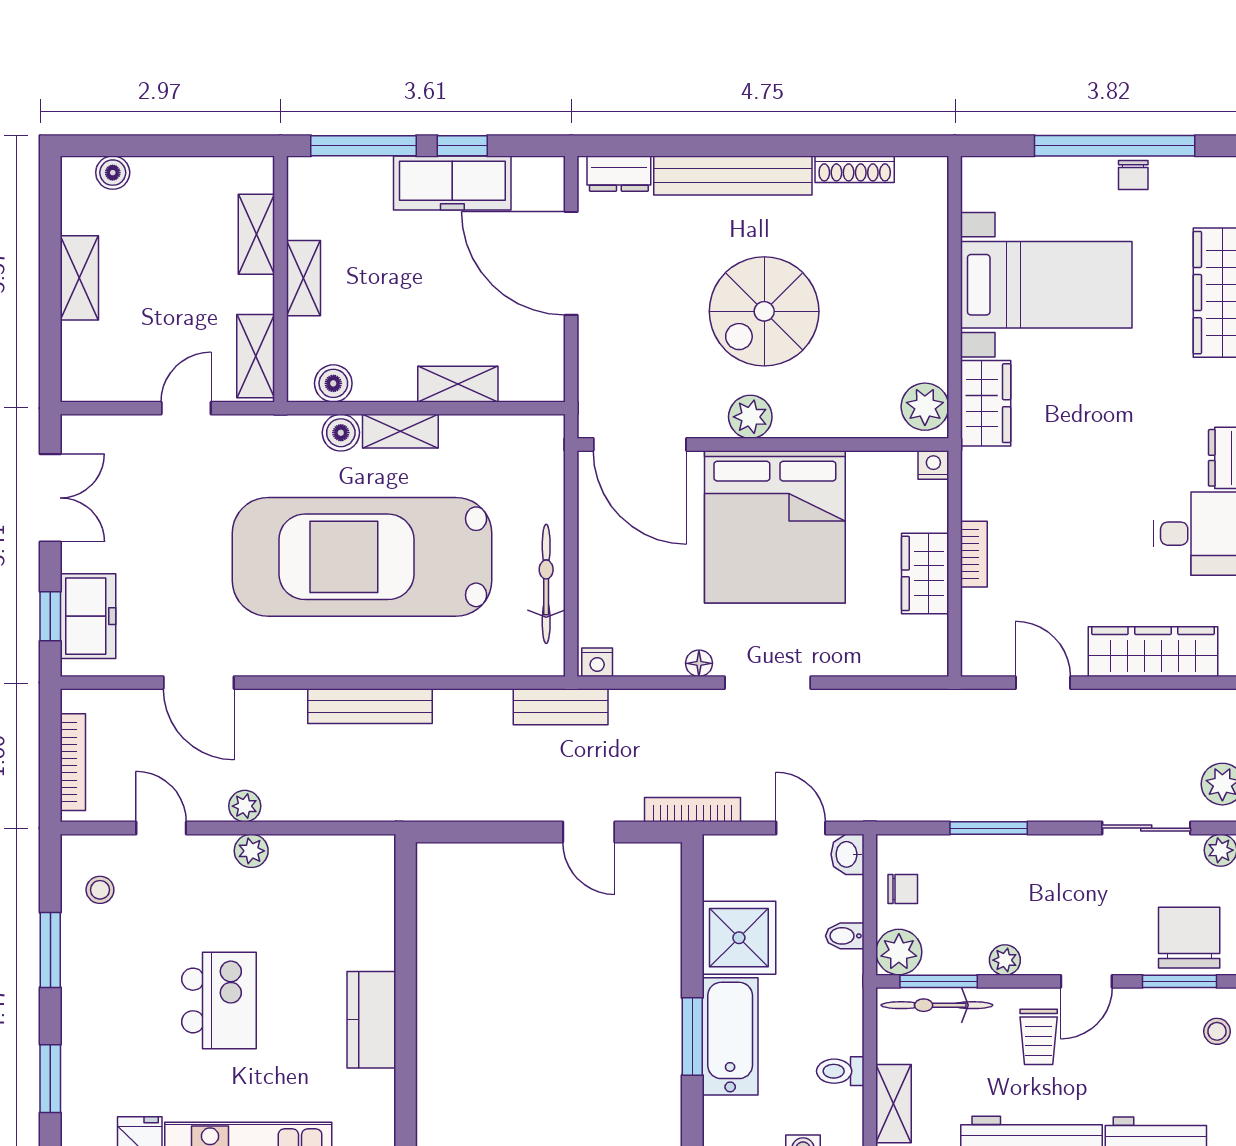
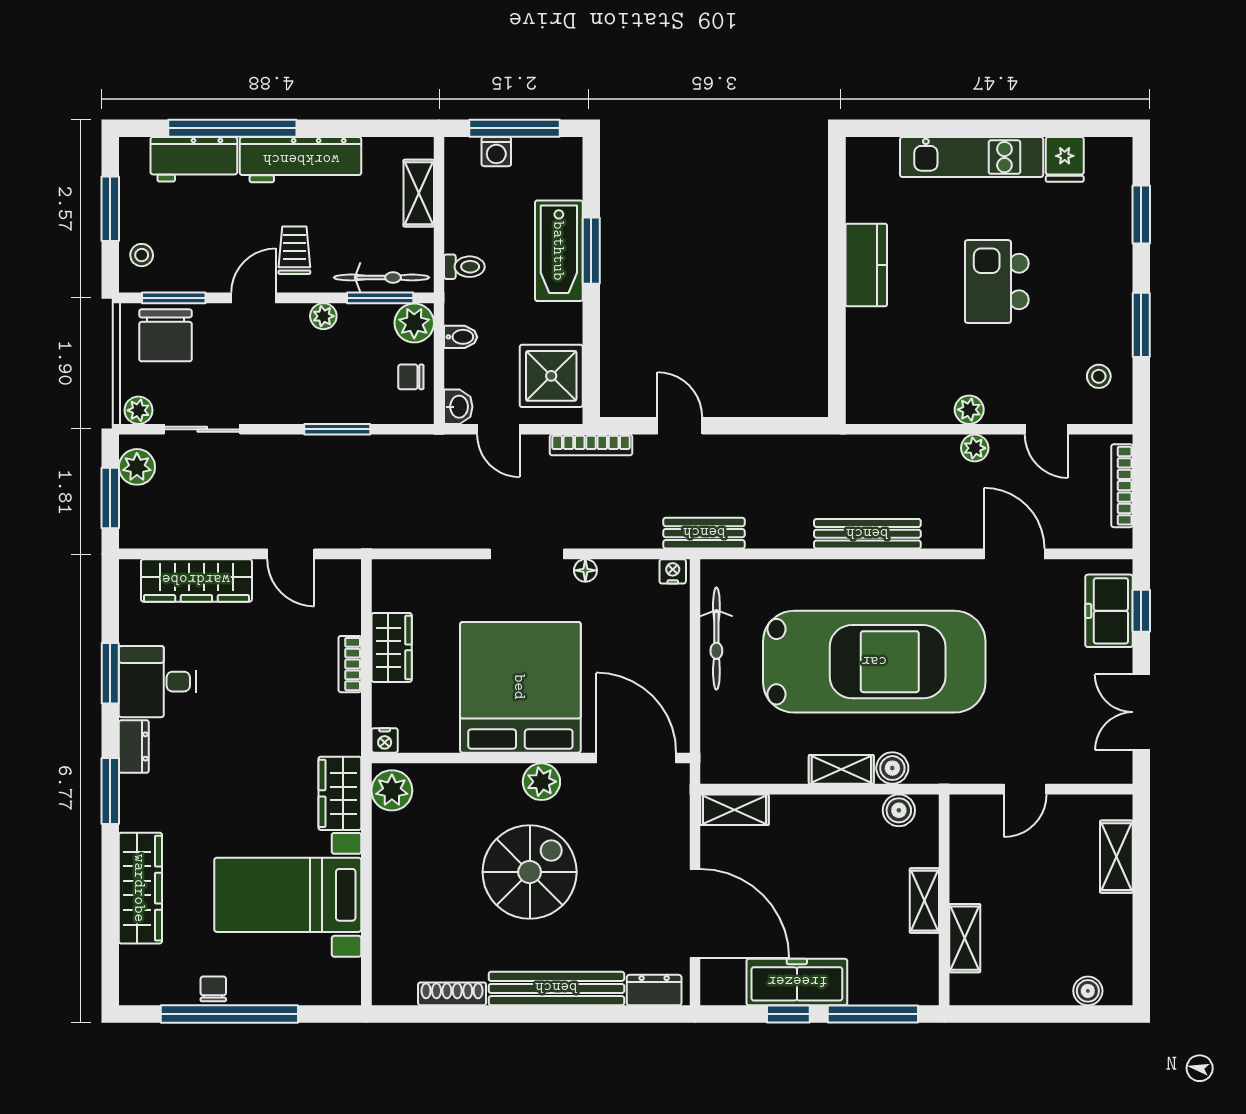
shelving: (79, 278) -> (1116, 857), moved
shelving: (256, 356) -> (965, 834), removed
shelving: (458, 384) -> (734, 810), moved
shower: (739, 938) -> (551, 376), moved
toilet: (840, 1071) -> (464, 267), moved

